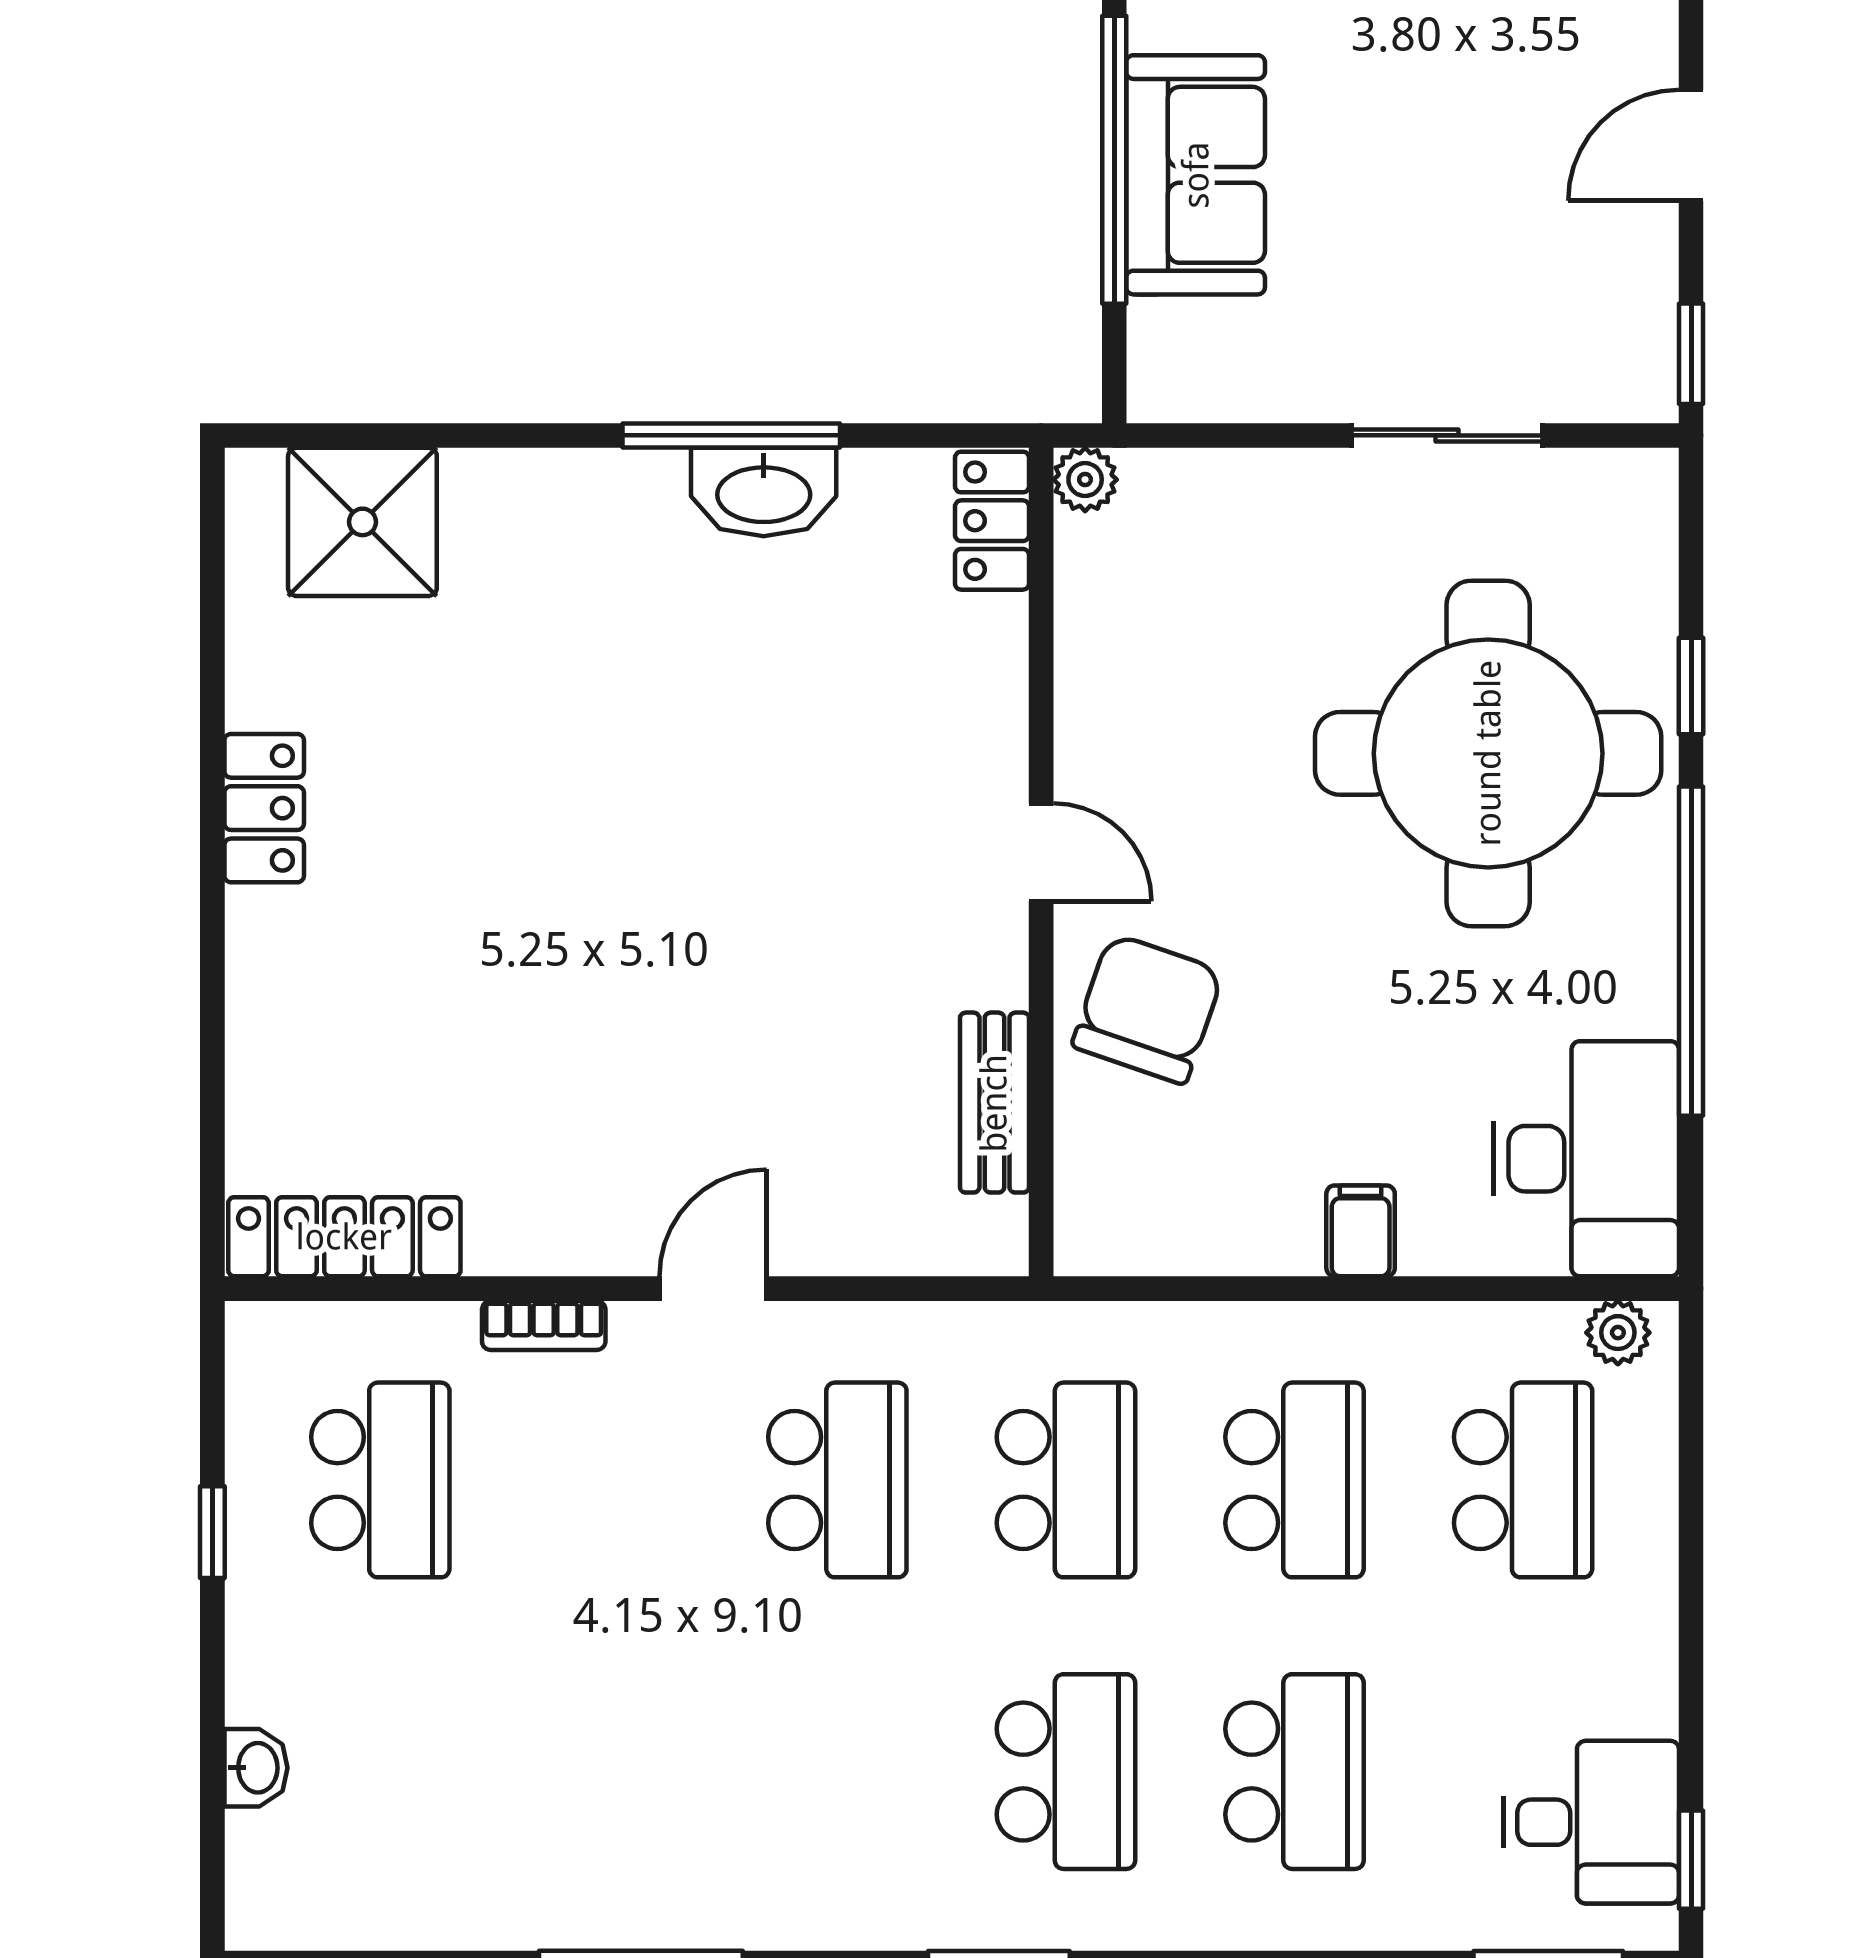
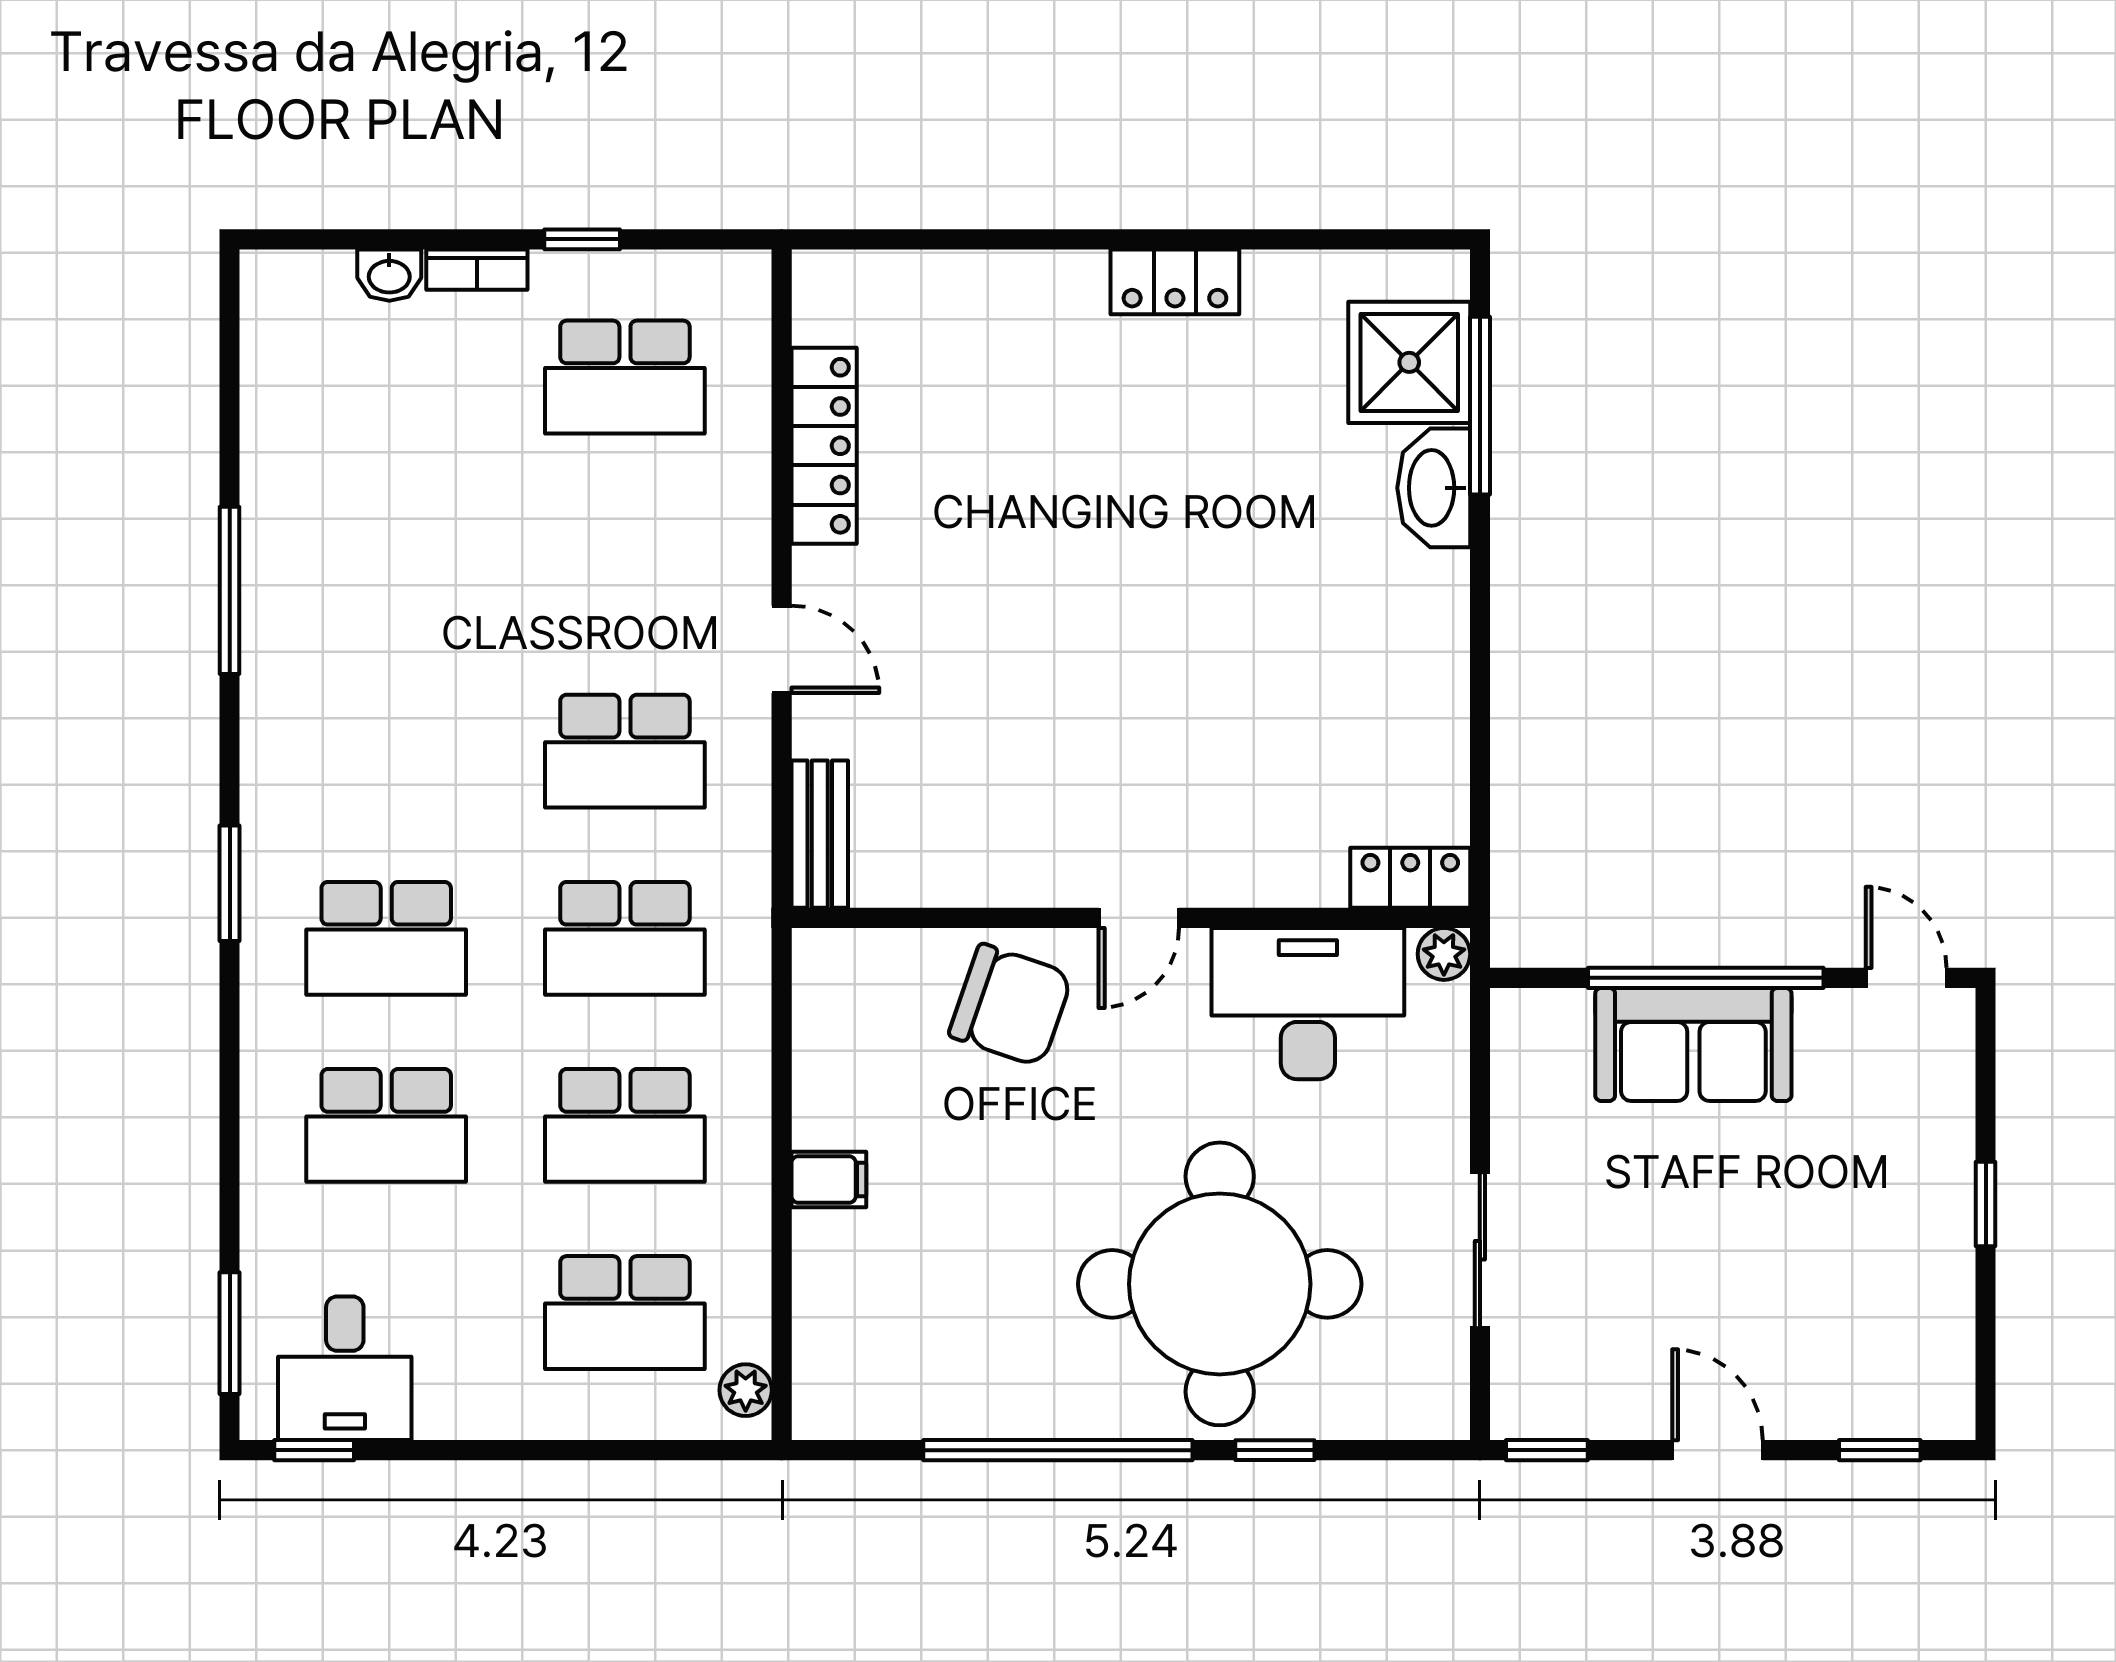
window: (731, 435) -> (1480, 406), moved
washbasin: (764, 492) -> (1434, 488), moved
bench: (994, 1103) -> (820, 834), moved, turned 90
desk: (1586, 1159) -> (1308, 1004), moved, turned 180
locker: (344, 1237) -> (824, 446), moved
bookcase: (544, 1325) -> (477, 270), moved, turned -90

